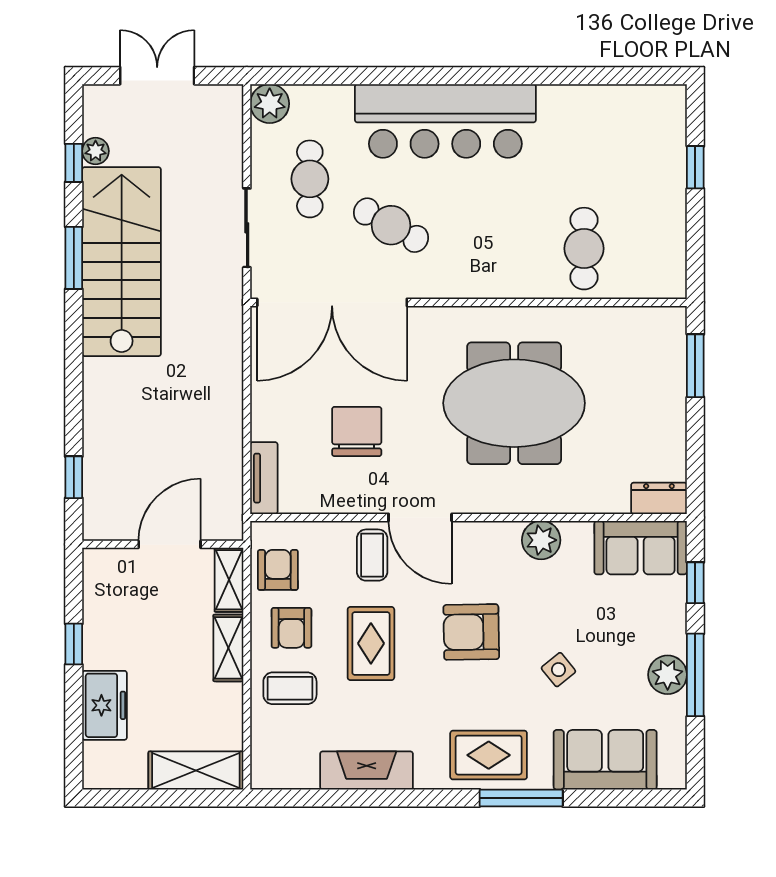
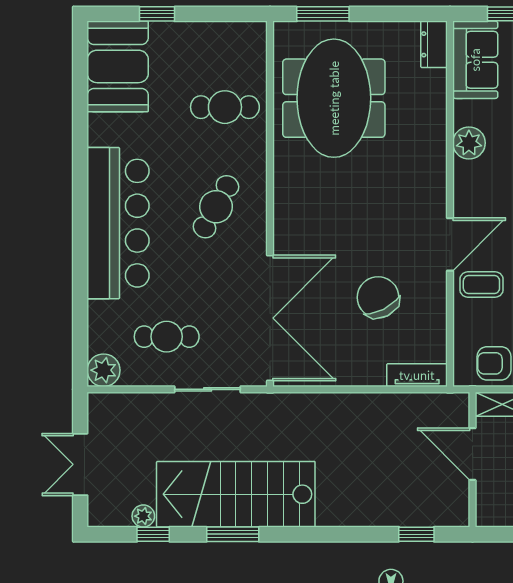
booth: (633, 120) -> (118, 66), added
cafe table: (391, 225) -> (216, 207), moved
meeting table: (514, 403) -> (334, 98), moved
chair: (357, 431) -> (378, 297), turned 63

